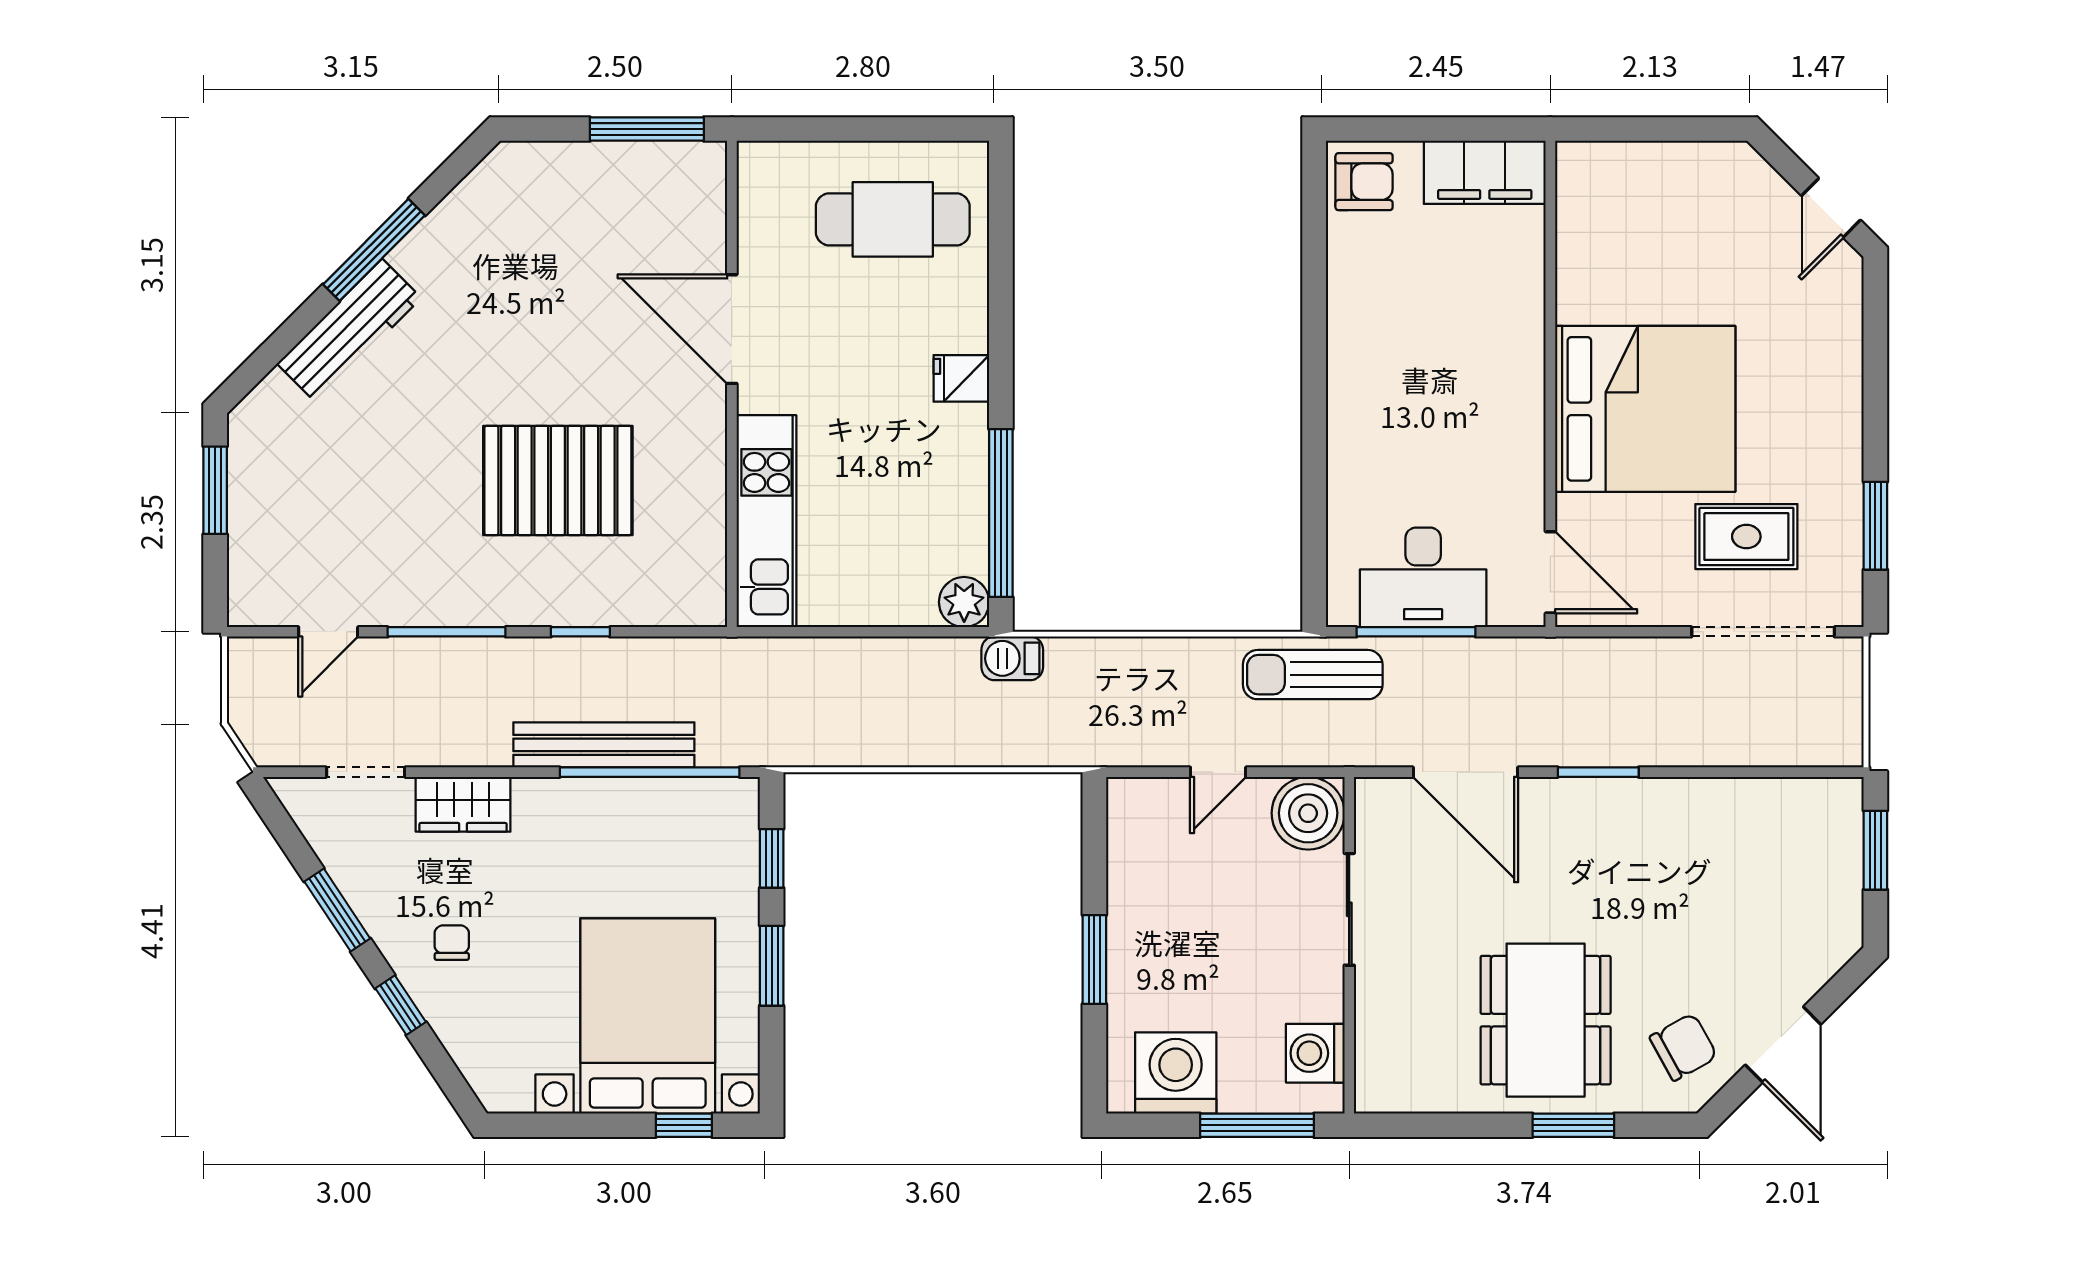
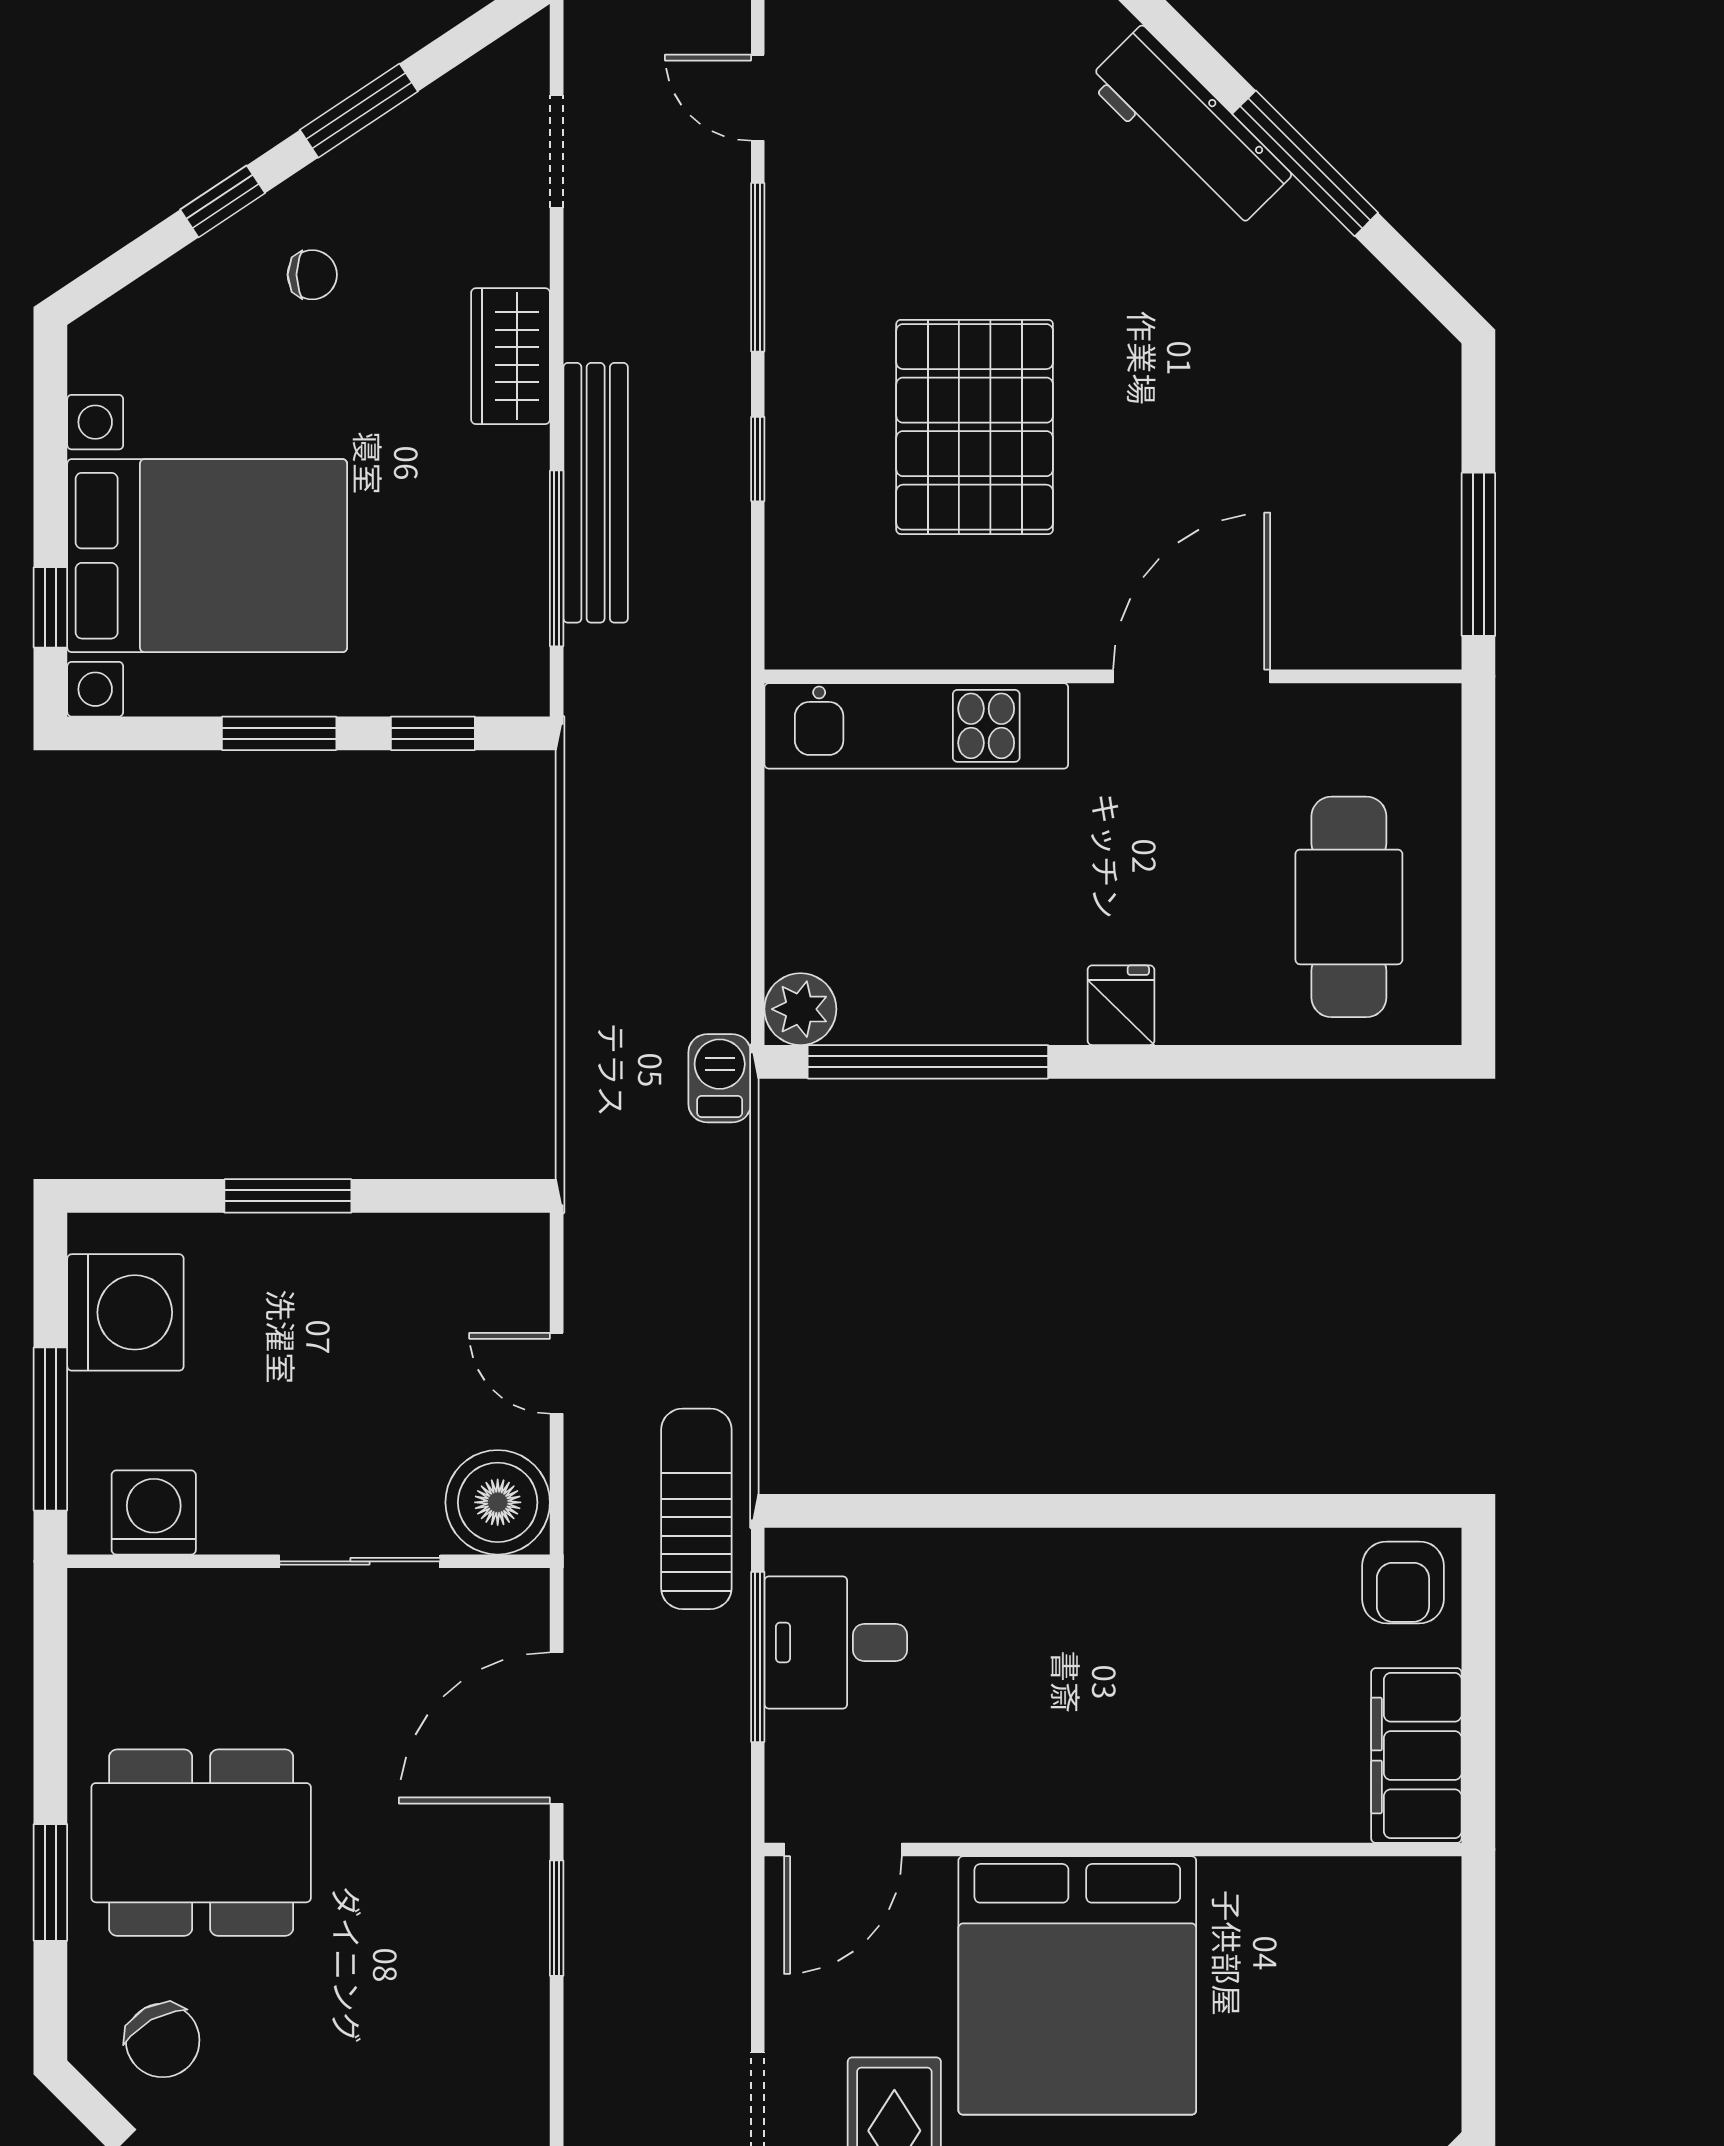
desk: (1423, 577) -> (836, 1642), width x0.73
window: (650, 772) -> (557, 558), width x0.68
wardrobe: (463, 804) -> (511, 356), moved

